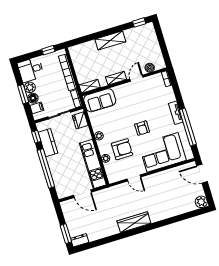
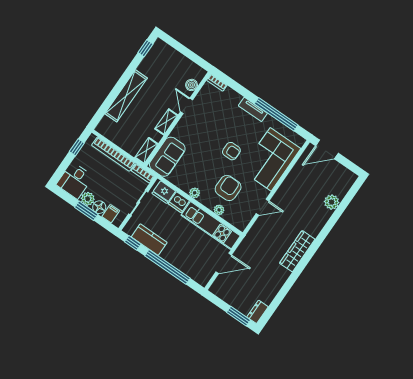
shelving: (110, 40) -> (126, 96), width x1.47
dishwasher: (85, 134) -> (179, 202), added
plant: (201, 202) -> (332, 202), moved

